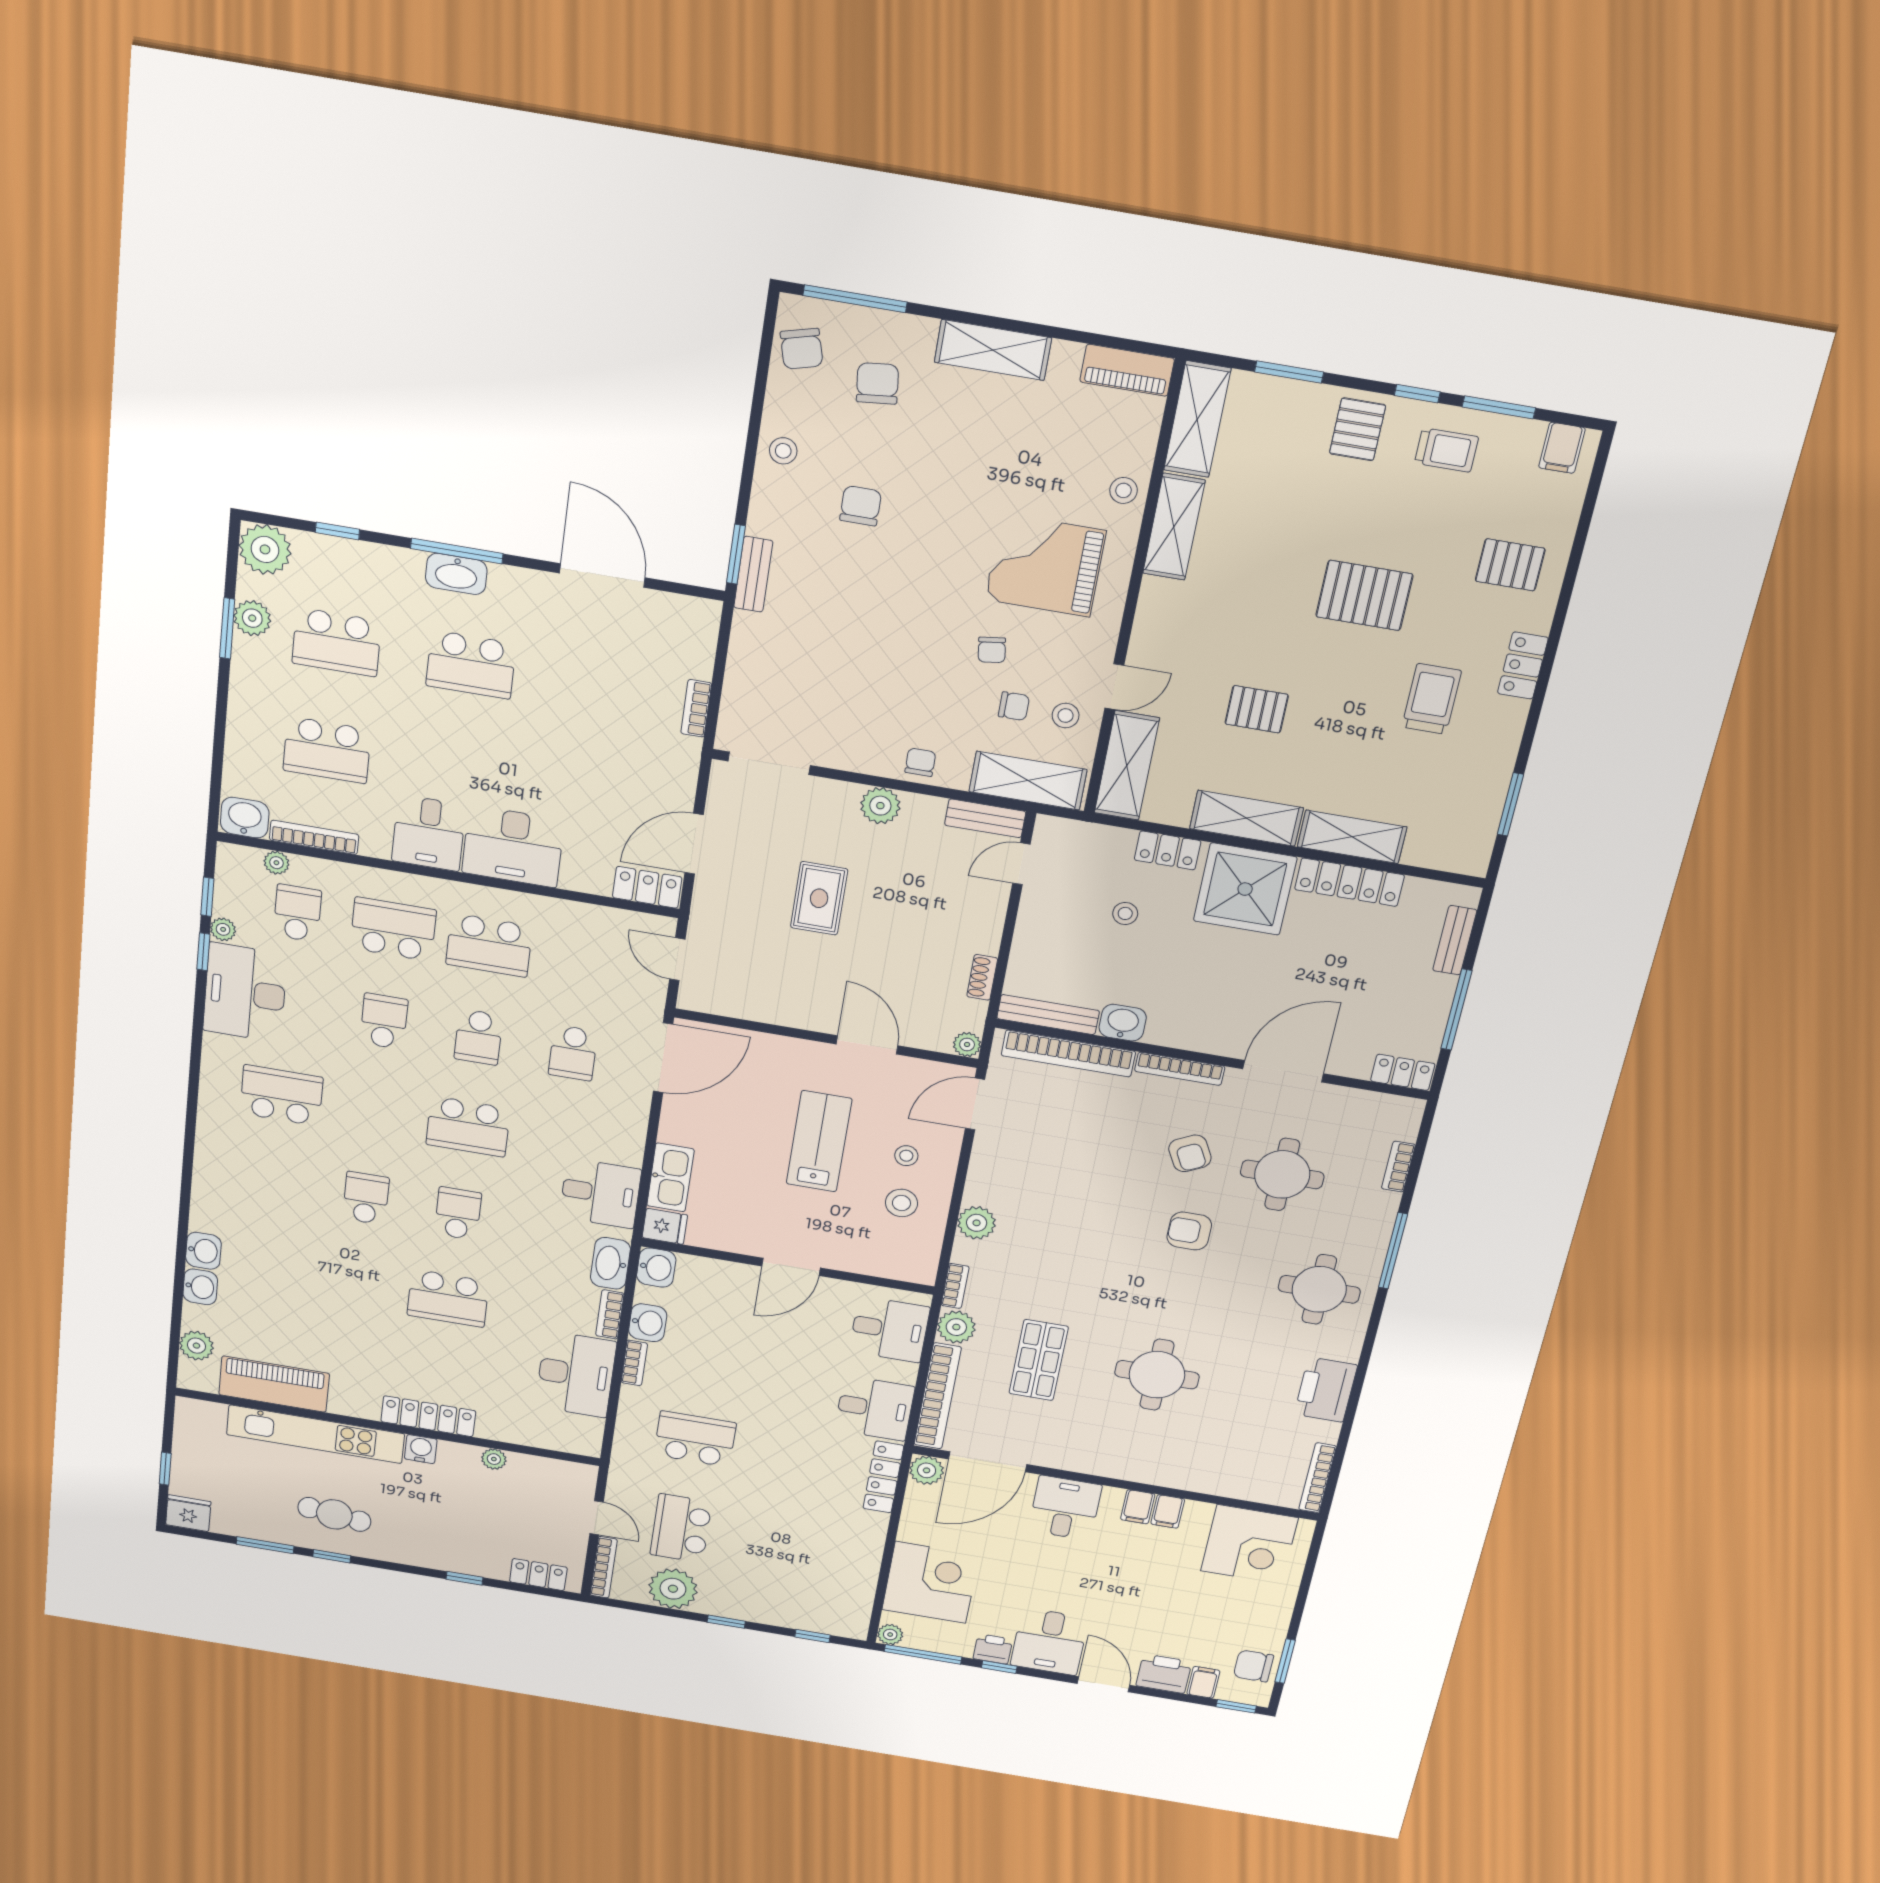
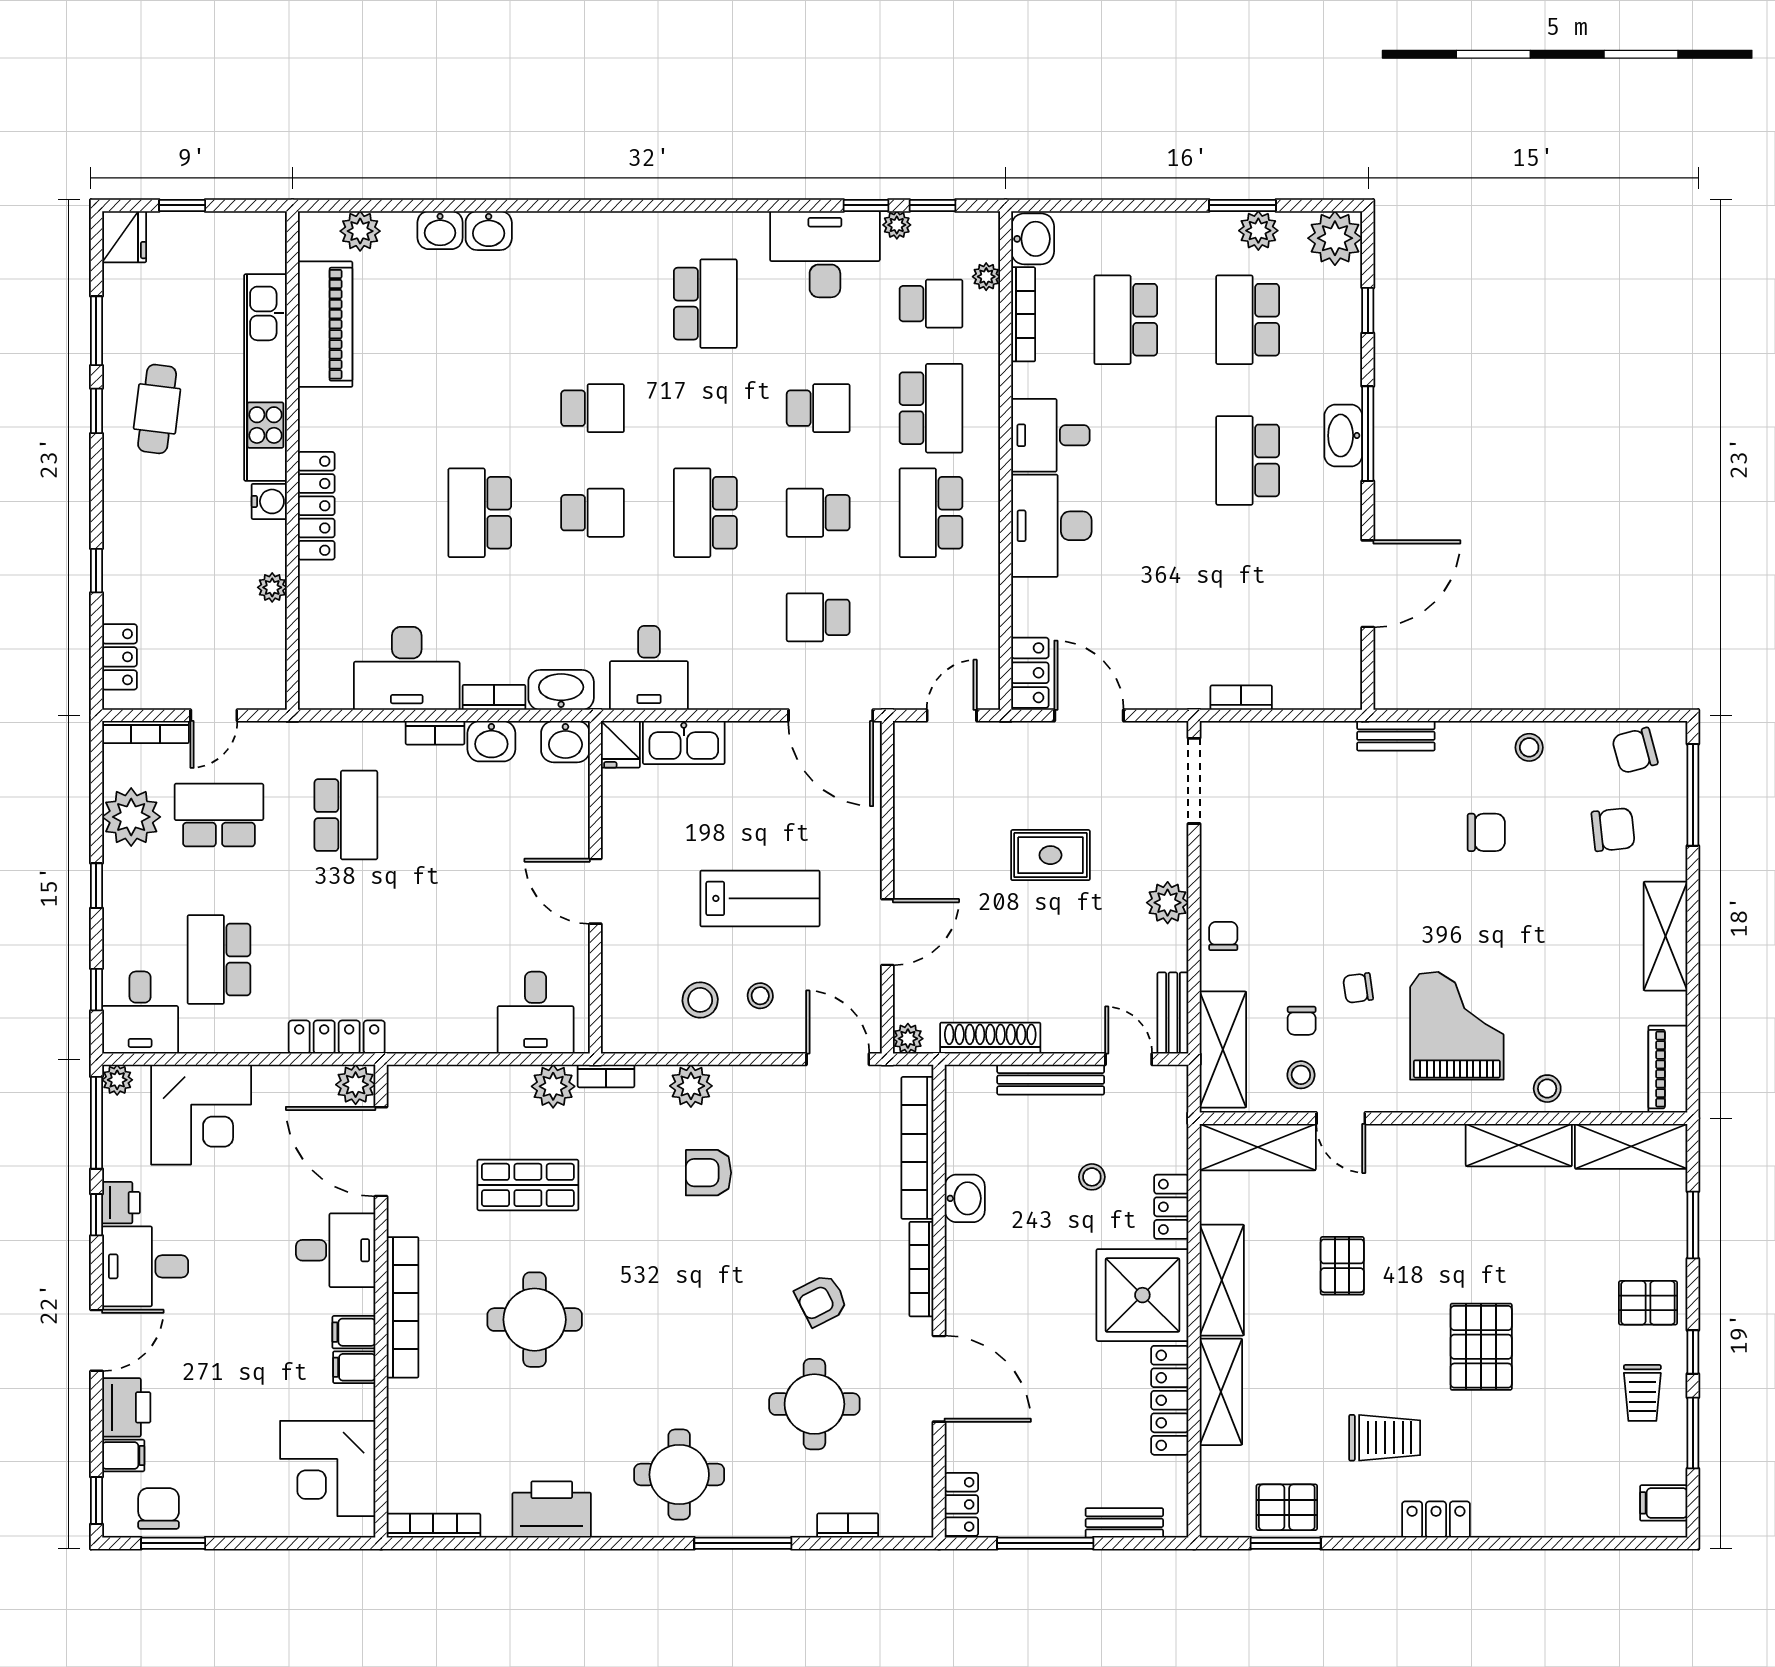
window: (736, 554) -> (1414, 715), removed
pallet: (1510, 565) -> (1287, 1507), moved, turned 90
chair: (920, 762) -> (1223, 936), turned -90
shoe rack: (982, 977) -> (990, 1038), width x1.94, depth x1.24
bench: (1048, 1015) -> (1051, 1080), moved, turned 90
armchair: (1189, 1231) -> (708, 1173), moved, turned -90
bookcase: (938, 1396) -> (403, 1307), moved, turned -90
desk: (875, 1408) -> (140, 1013), moved
school desk: (803, 1548) -> (219, 960), added

